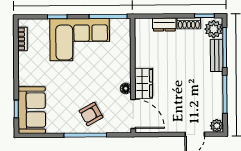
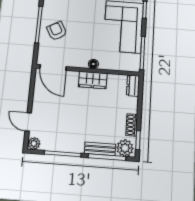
dresser: (164, 25) -> (133, 86), moved
wardrobe: (144, 83) -> (93, 80), moved
floor lamp: (126, 88) -> (93, 64), moved
door: (133, 114) -> (53, 67), hinge flipped

